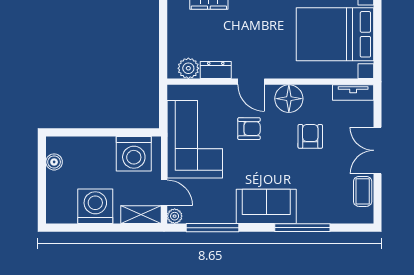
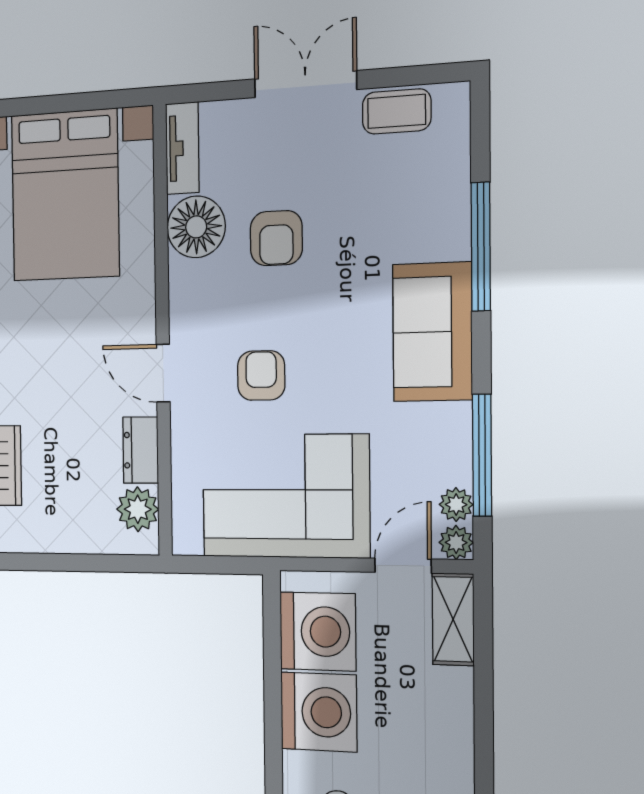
door: (251, 82) -> (163, 373), swing flipped
floor lamp: (289, 99) -> (196, 227), moved
armchair: (310, 136) -> (276, 238), turned -90
double door: (377, 150) -> (305, 84), swing flipped
washing machine: (95, 206) -> (319, 712), moved, turned 180
plant: (191, 216) -> (456, 505), added

